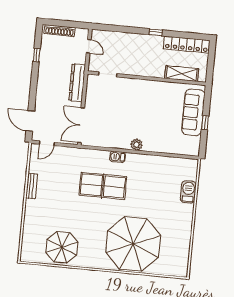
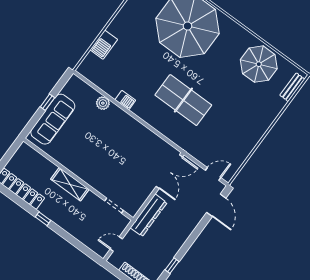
door: (89, 46) -> (116, 244), hinge flipped
shelving: (182, 74) -> (70, 184), moved
plant: (136, 145) -> (103, 103), moved
barbecue: (118, 157) -> (125, 100), moved
bench: (32, 186) -> (292, 87), moved

